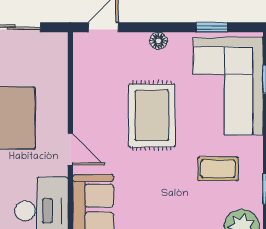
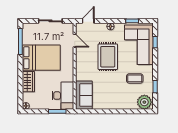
door: (70, 149) -> (75, 41), moved

